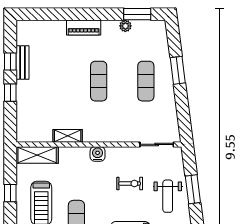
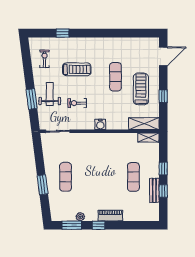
window: (100, 14) -> (99, 225), added
exercise mat: (99, 81) -> (133, 177), moved
shelving: (68, 136) -> (148, 138), moved

